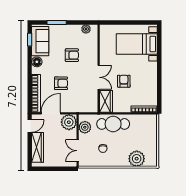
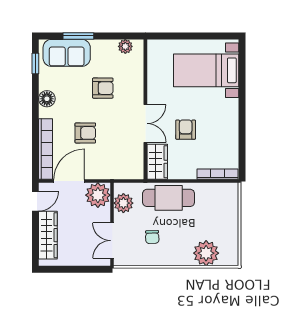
sofa: (40, 41) -> (67, 53), moved, turned 90

